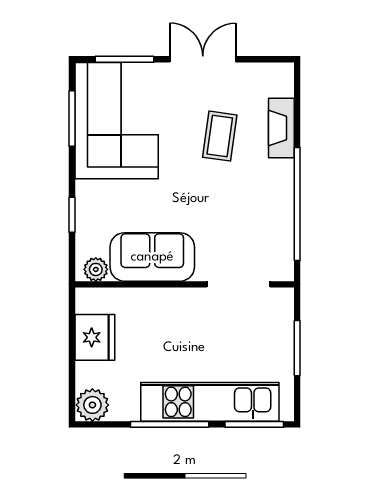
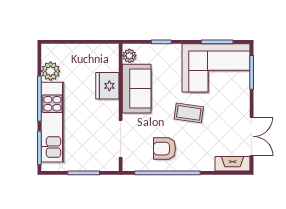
double door: (203, 59) -> (252, 136), moved
fireplace: (281, 128) -> (233, 164), moved
coffee table: (220, 136) -> (189, 113), moved
armchair: (255, 209) -> (165, 149), added
fridge: (95, 337) -> (107, 86), moved, turned 90
plant: (92, 405) -> (51, 71), moved

